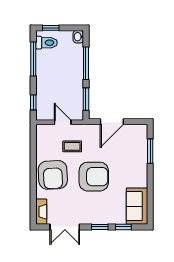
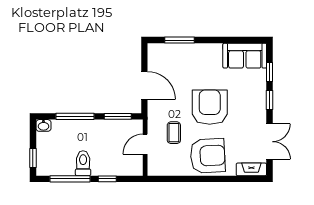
toilet: (47, 43) -> (83, 163), moved
window: (33, 102) -> (107, 179), moved

